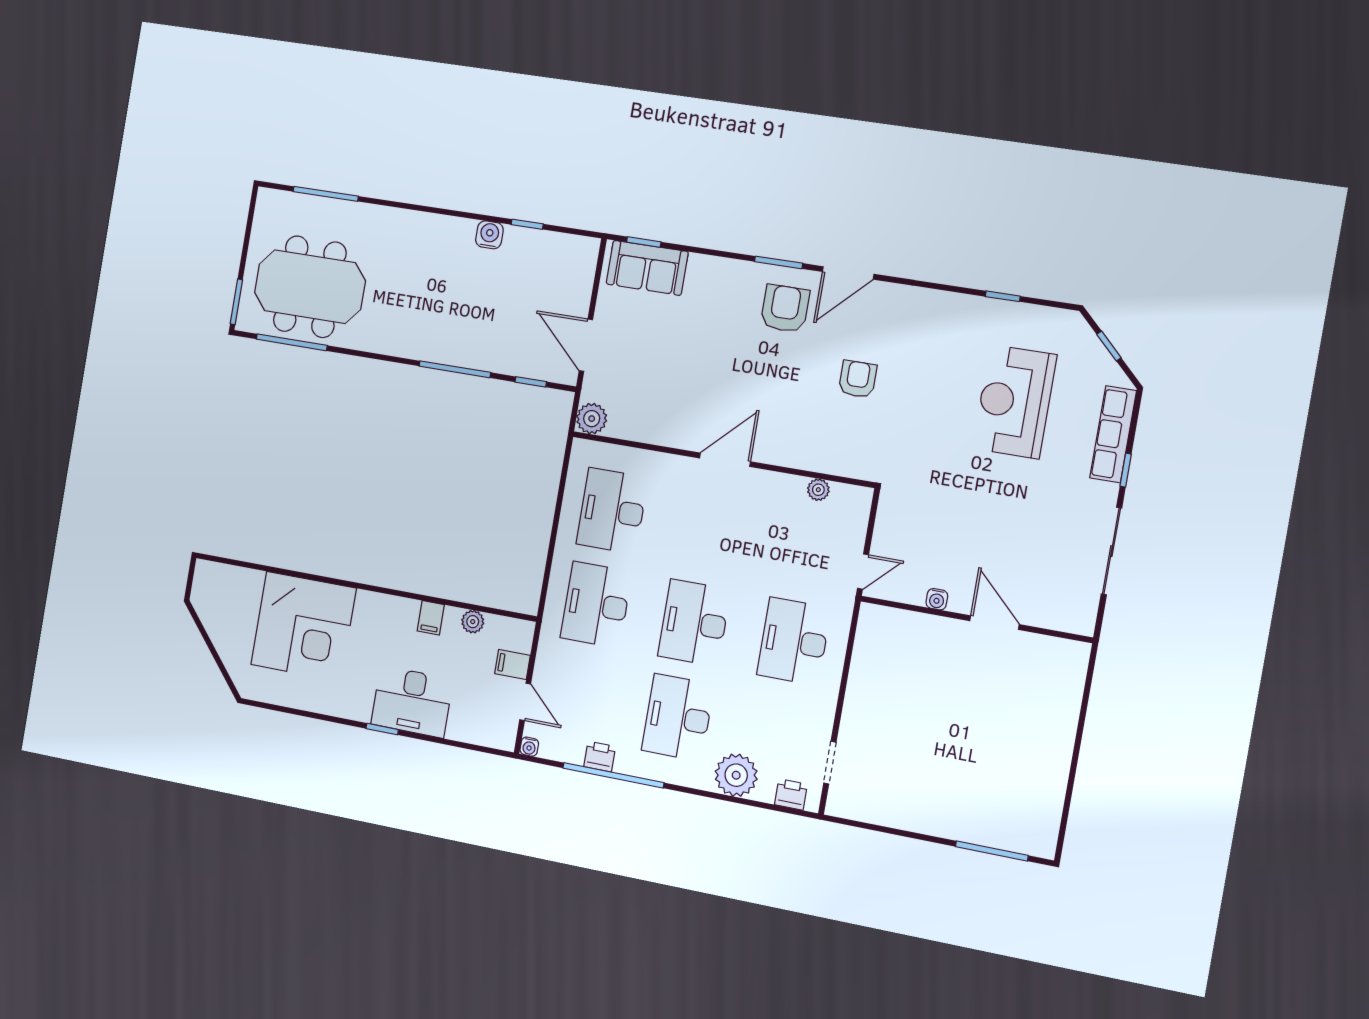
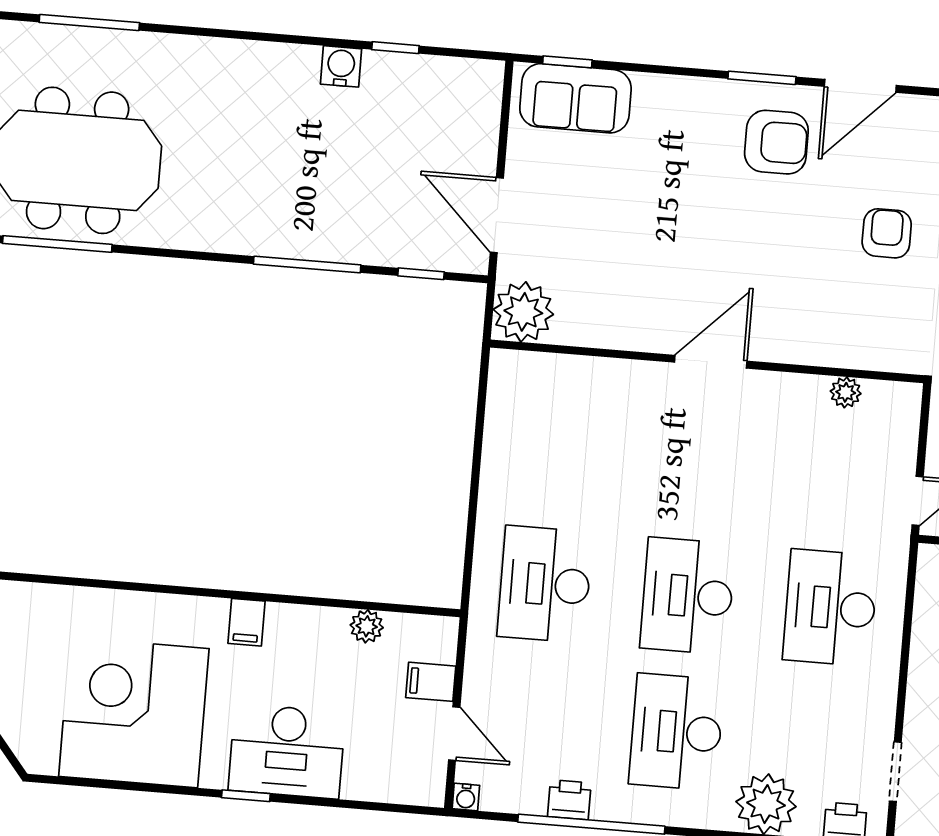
armchair: (785, 309) -> (776, 142), turned 90
plant: (592, 419) -> (523, 312), width x1.36, depth x1.36
desk: (612, 511) -> (556, 448), removed
filing cabinet: (431, 618) -> (246, 622), moved
corner desk: (304, 626) -> (134, 712), moved, turned 180

